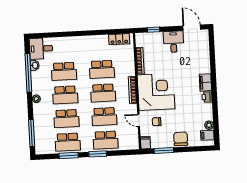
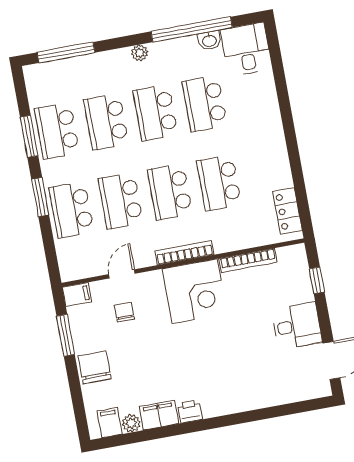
filing cabinet: (205, 82) -> (159, 415), moved
corner desk: (156, 92) -> (195, 291), width x0.74, depth x0.74
chair: (181, 139) -> (95, 367), turned -90

